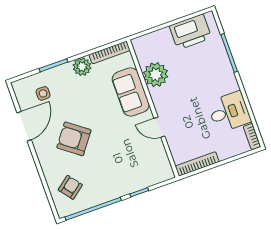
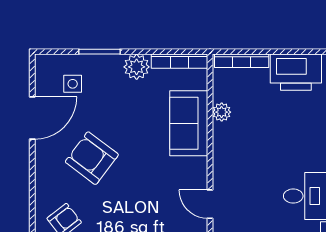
bookcase: (151, 37) -> (242, 61), added
plant: (156, 75) -> (222, 112), width x0.53, depth x0.53
door: (159, 127) -> (210, 204), moved

